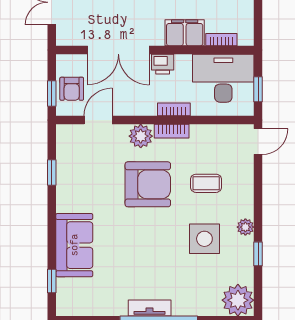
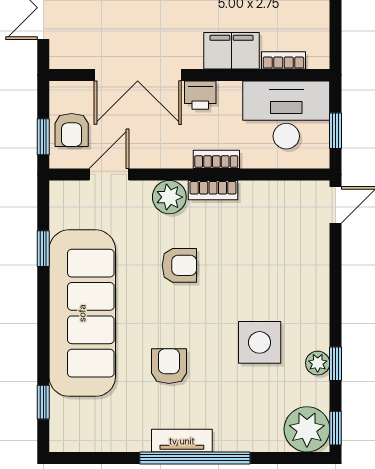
coffee table: (206, 183) -> (262, 264), removed
armchair: (148, 184) -> (179, 265), width x0.53, depth x0.53
plant: (245, 227) -> (318, 363), moved
sofa: (74, 245) -> (82, 313), width x1.85, depth x1.27
armchair: (140, 256) -> (169, 366), added
window: (258, 299) -> (336, 428), added

